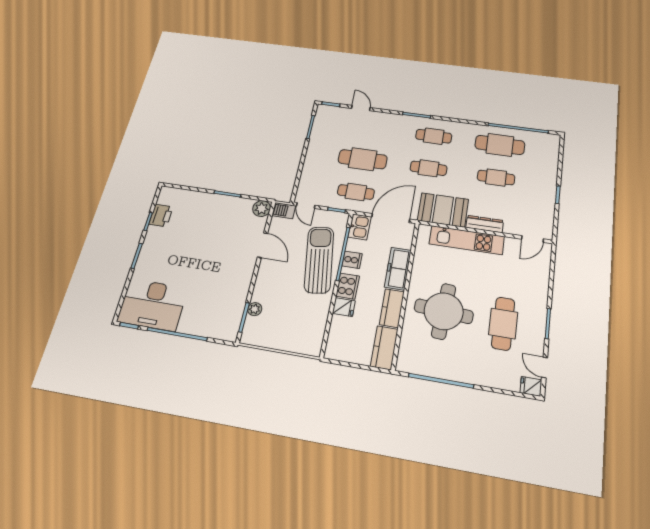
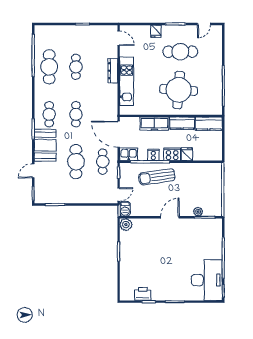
booth: (443, 210) -> (45, 145), moved
door: (263, 245) -> (170, 217), moved
sun lounger: (319, 260) -> (157, 177), width x0.73, depth x0.75
fridge: (531, 386) -> (156, 31), moved

